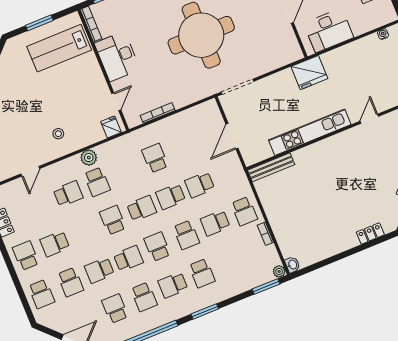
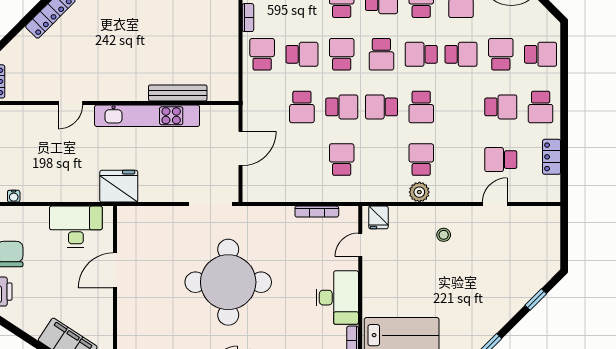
school desk: (155, 158) -> (342, 160), turned 180
bench: (271, 167) -> (178, 93), moved
school desk: (200, 185) -> (302, 107), turned 90
school desk: (68, 194) -> (501, 160), moved
school desk: (41, 294) -> (541, 54), turned 90

